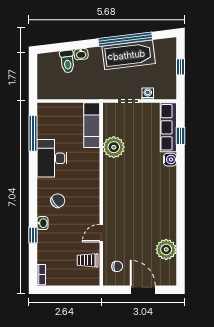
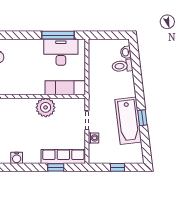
window: (125, 39) -> (142, 118), width x0.32
washbasin: (81, 54) -> (126, 52), moved
desk: (52, 158) -> (61, 52), moved
water cooler: (170, 160) -> (17, 158), moved

